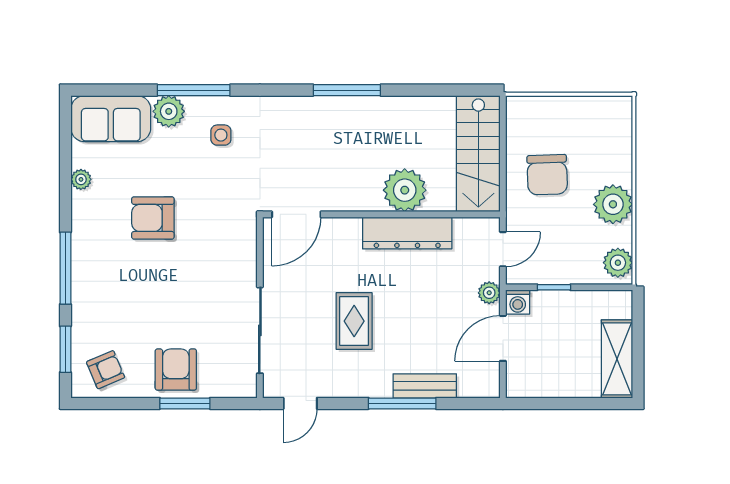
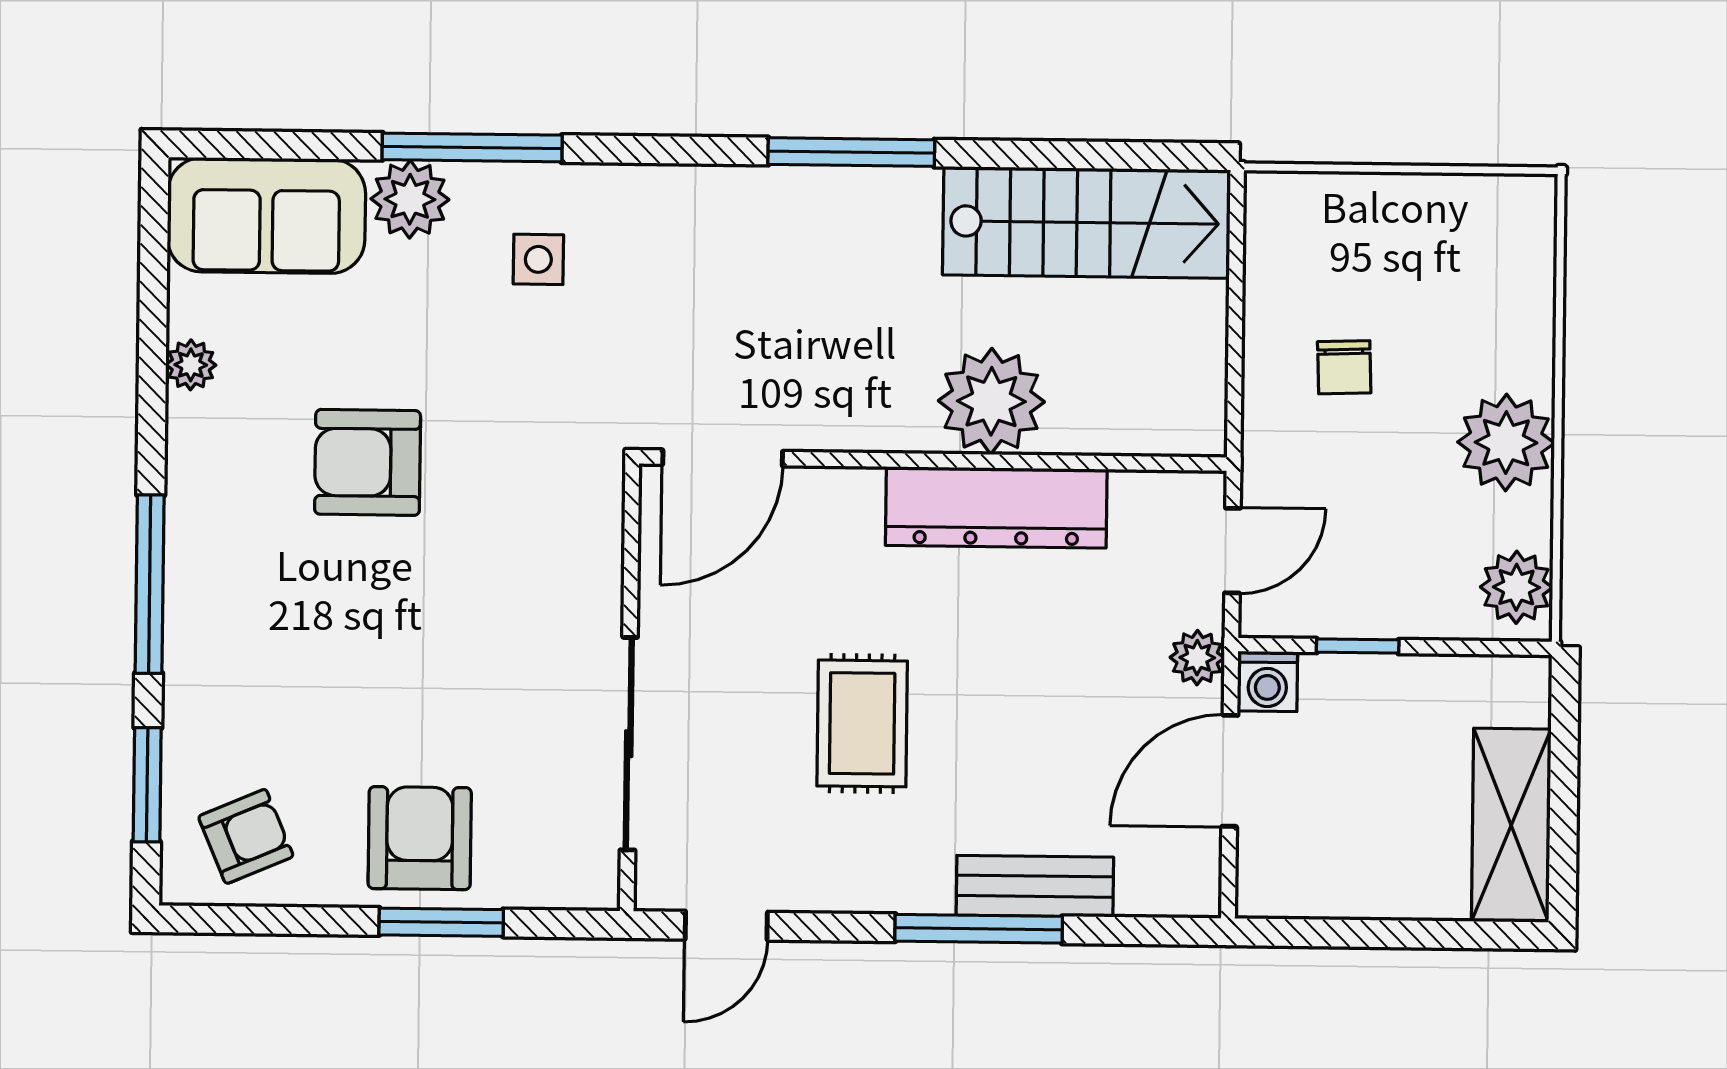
stairs: (478, 154) -> (1086, 222), moved, turned -90
chair: (547, 175) -> (1344, 367), width x0.54, depth x0.54

